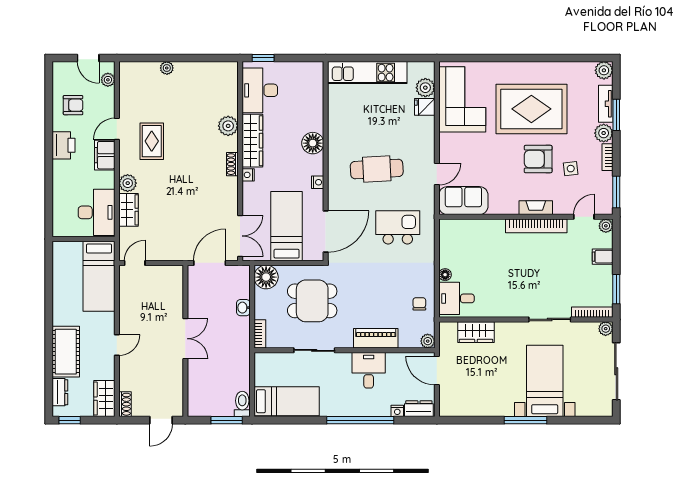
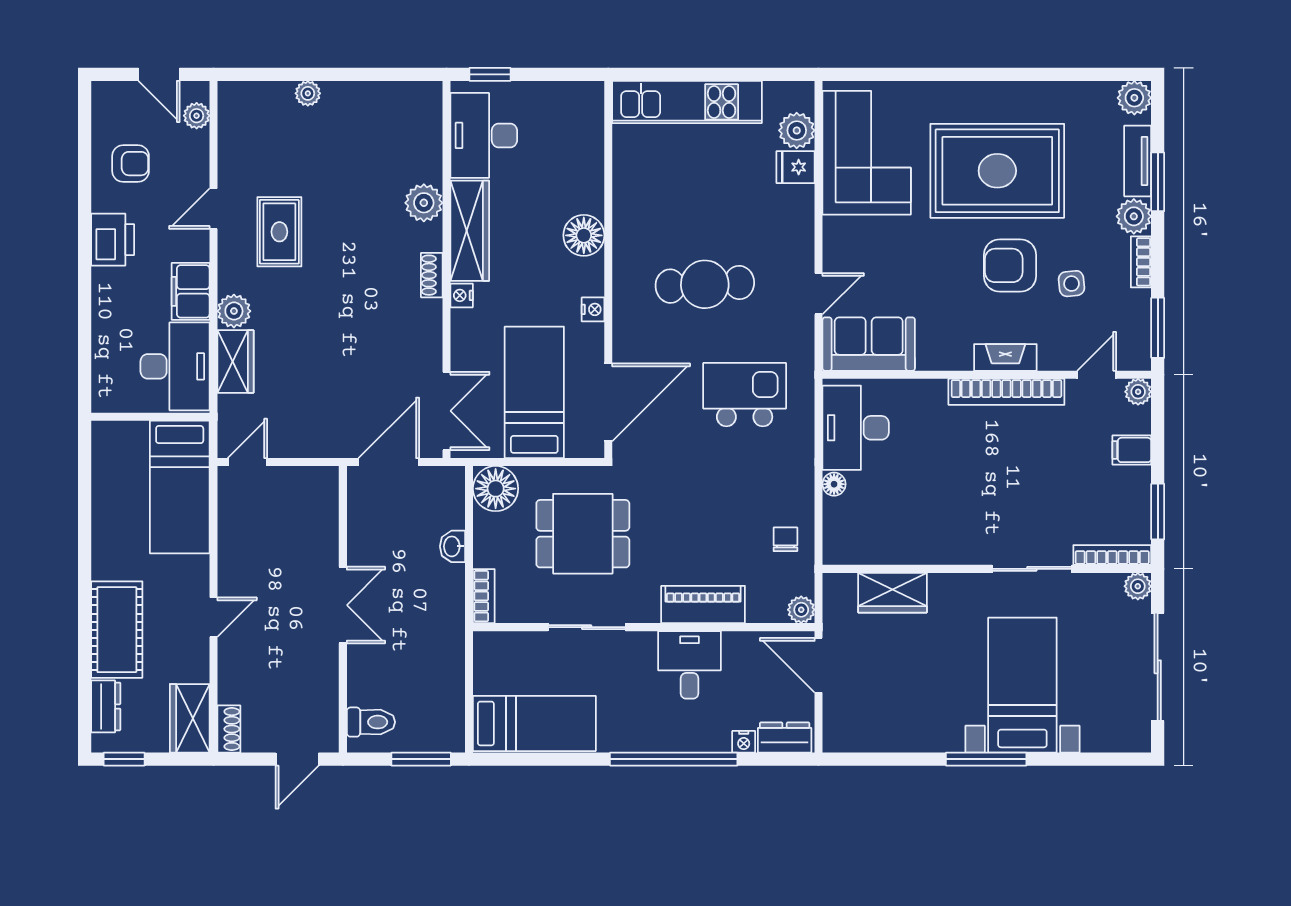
filing cabinet: (105, 155) -> (191, 291), moved
desk: (456, 298) -> (856, 428), moved, width x1.37
toilet: (242, 404) -> (371, 722), moved, turned 90

